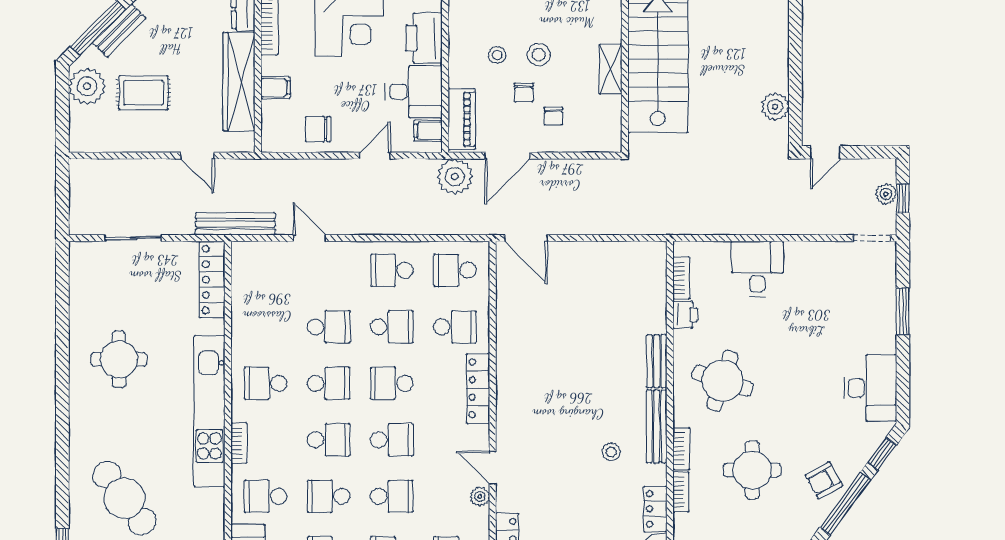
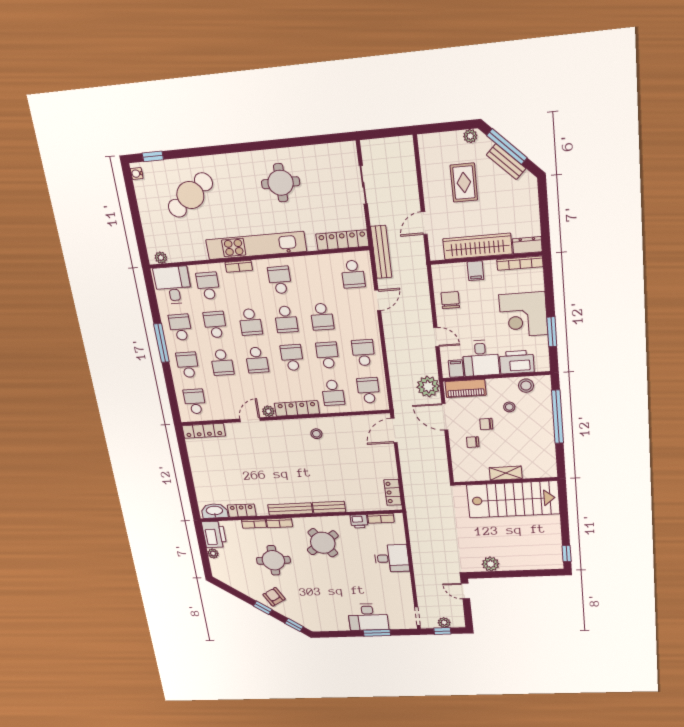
stool: (539, 55) -> (526, 386), moved
plant: (87, 86) -> (470, 136), width x0.53, depth x0.53
locker: (635, 253) -> (393, 492), added
school desk: (266, 270) -> (353, 274), added
school desk: (392, 327) -> (328, 355), turned 180
round table: (723, 381) -> (323, 543), turned 37
desk: (870, 388) -> (368, 617), moved
stool: (611, 452) -> (316, 434), moved
plant: (480, 496) -> (268, 411), moved
window: (845, 504) -> (263, 608), width x0.46

